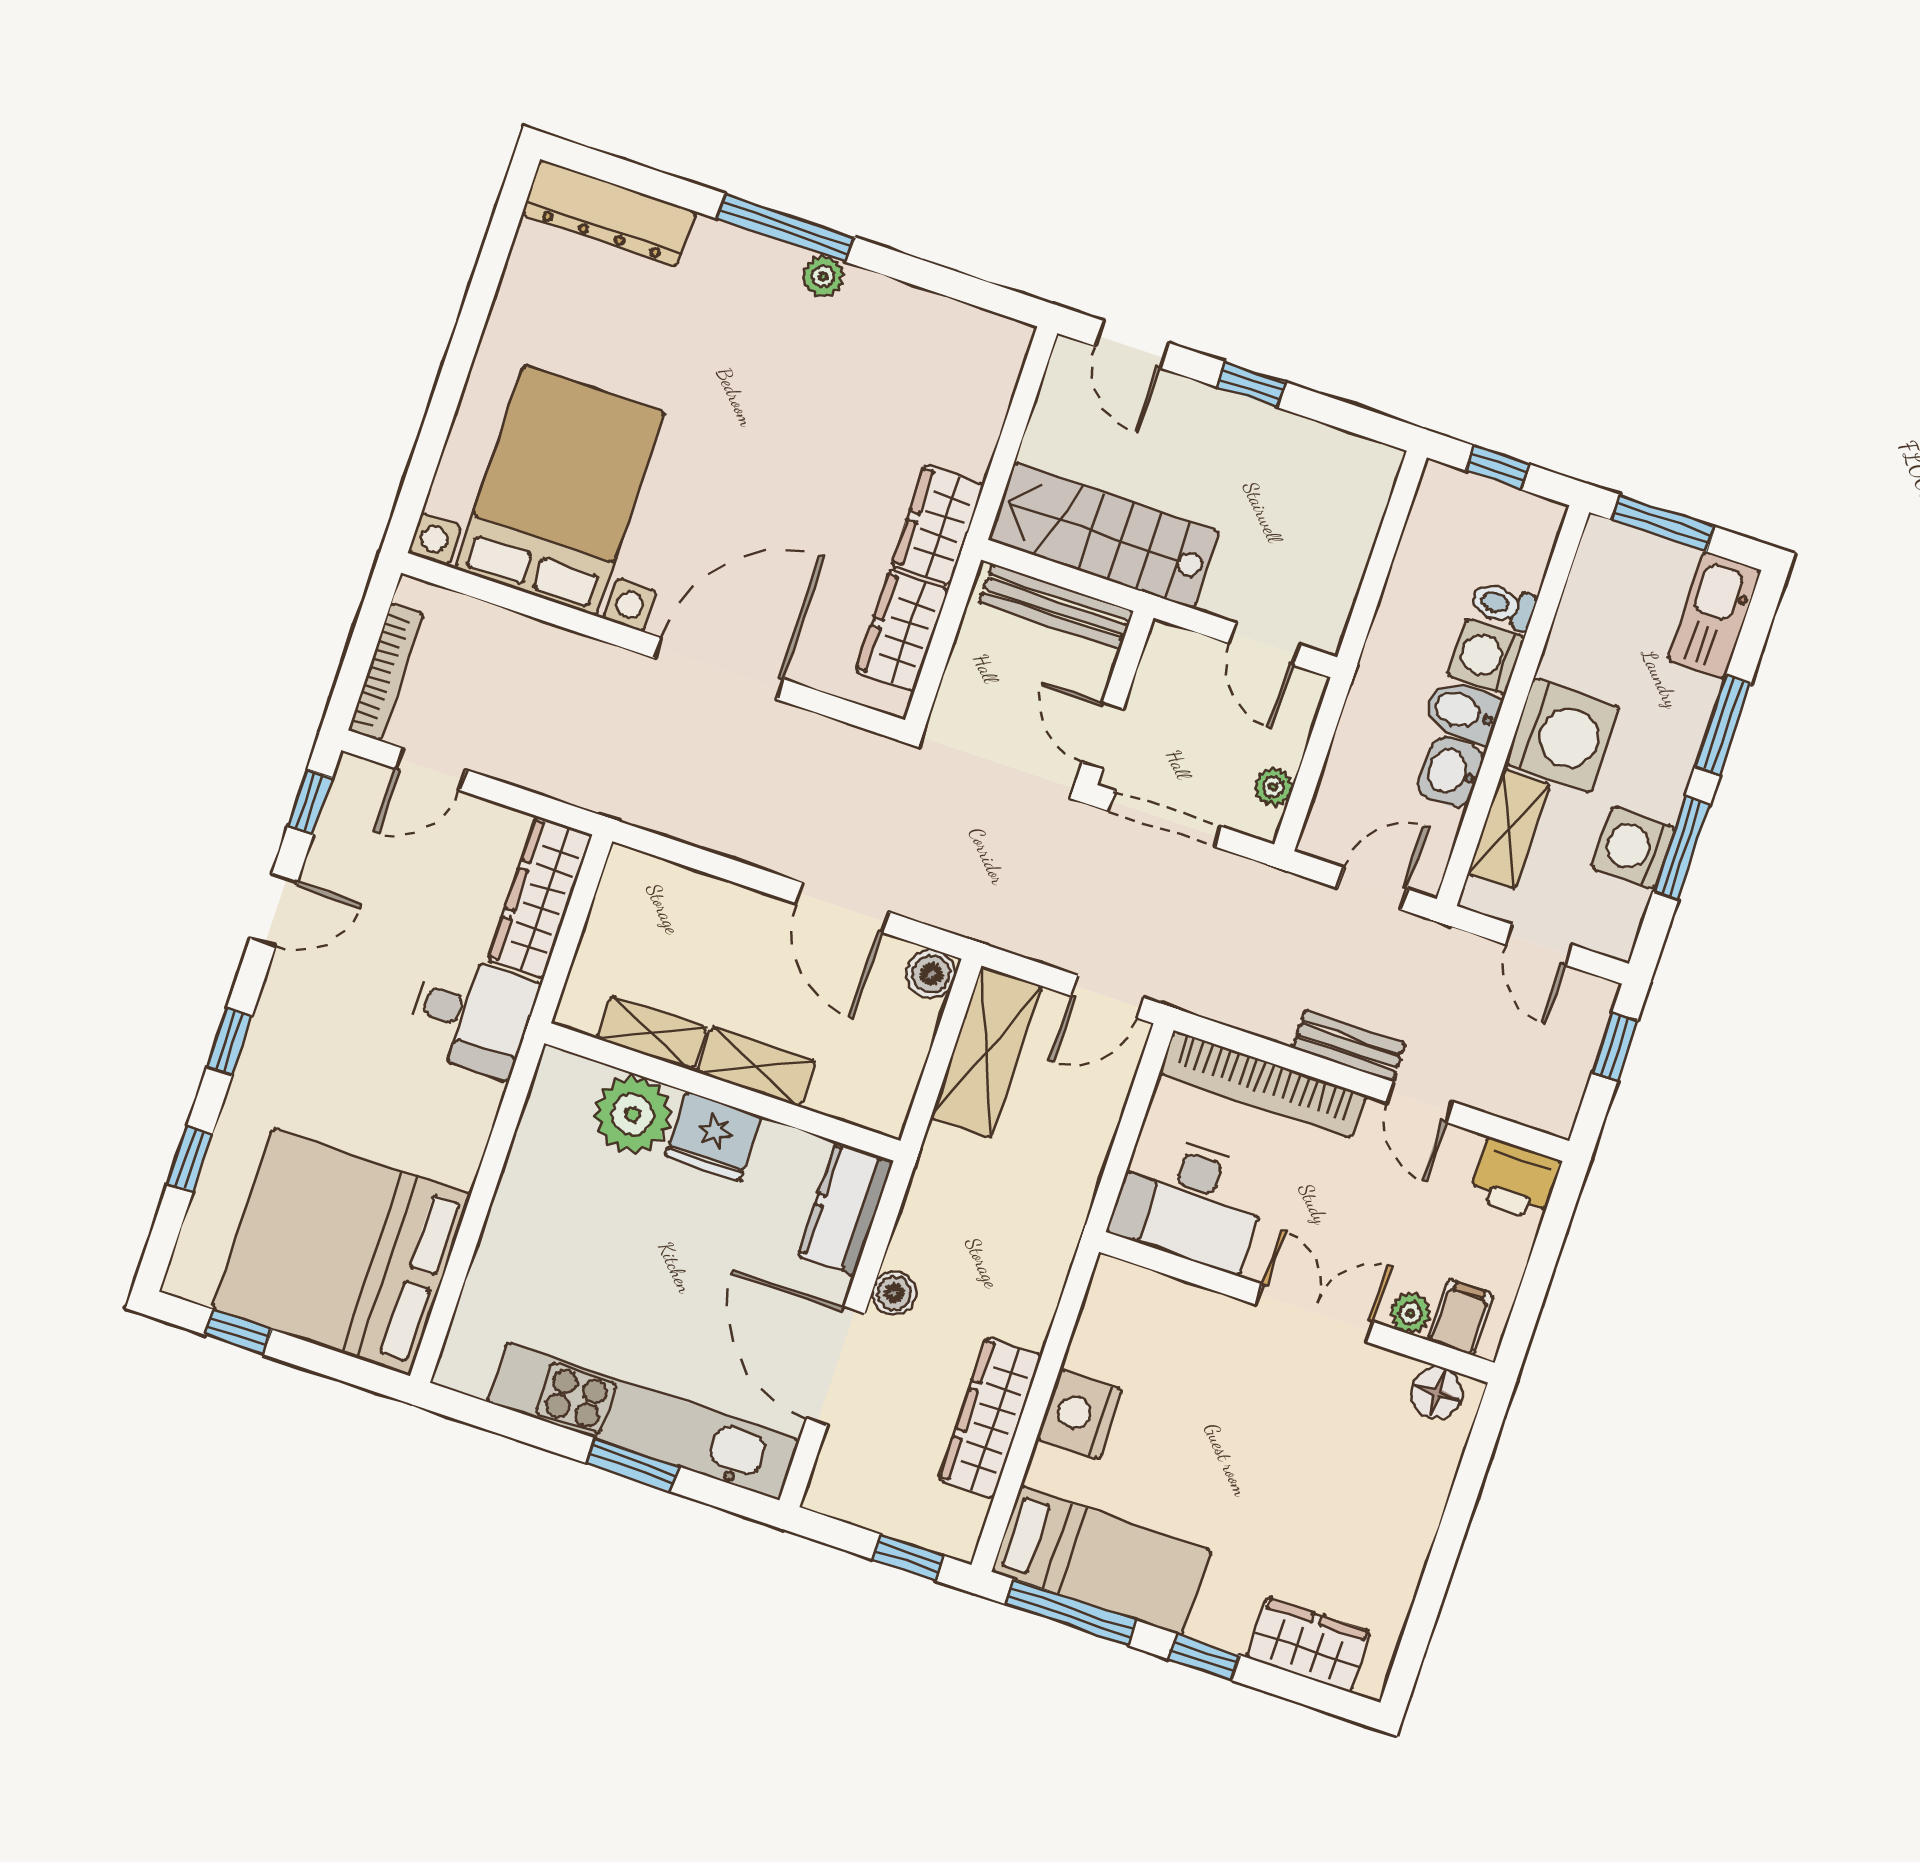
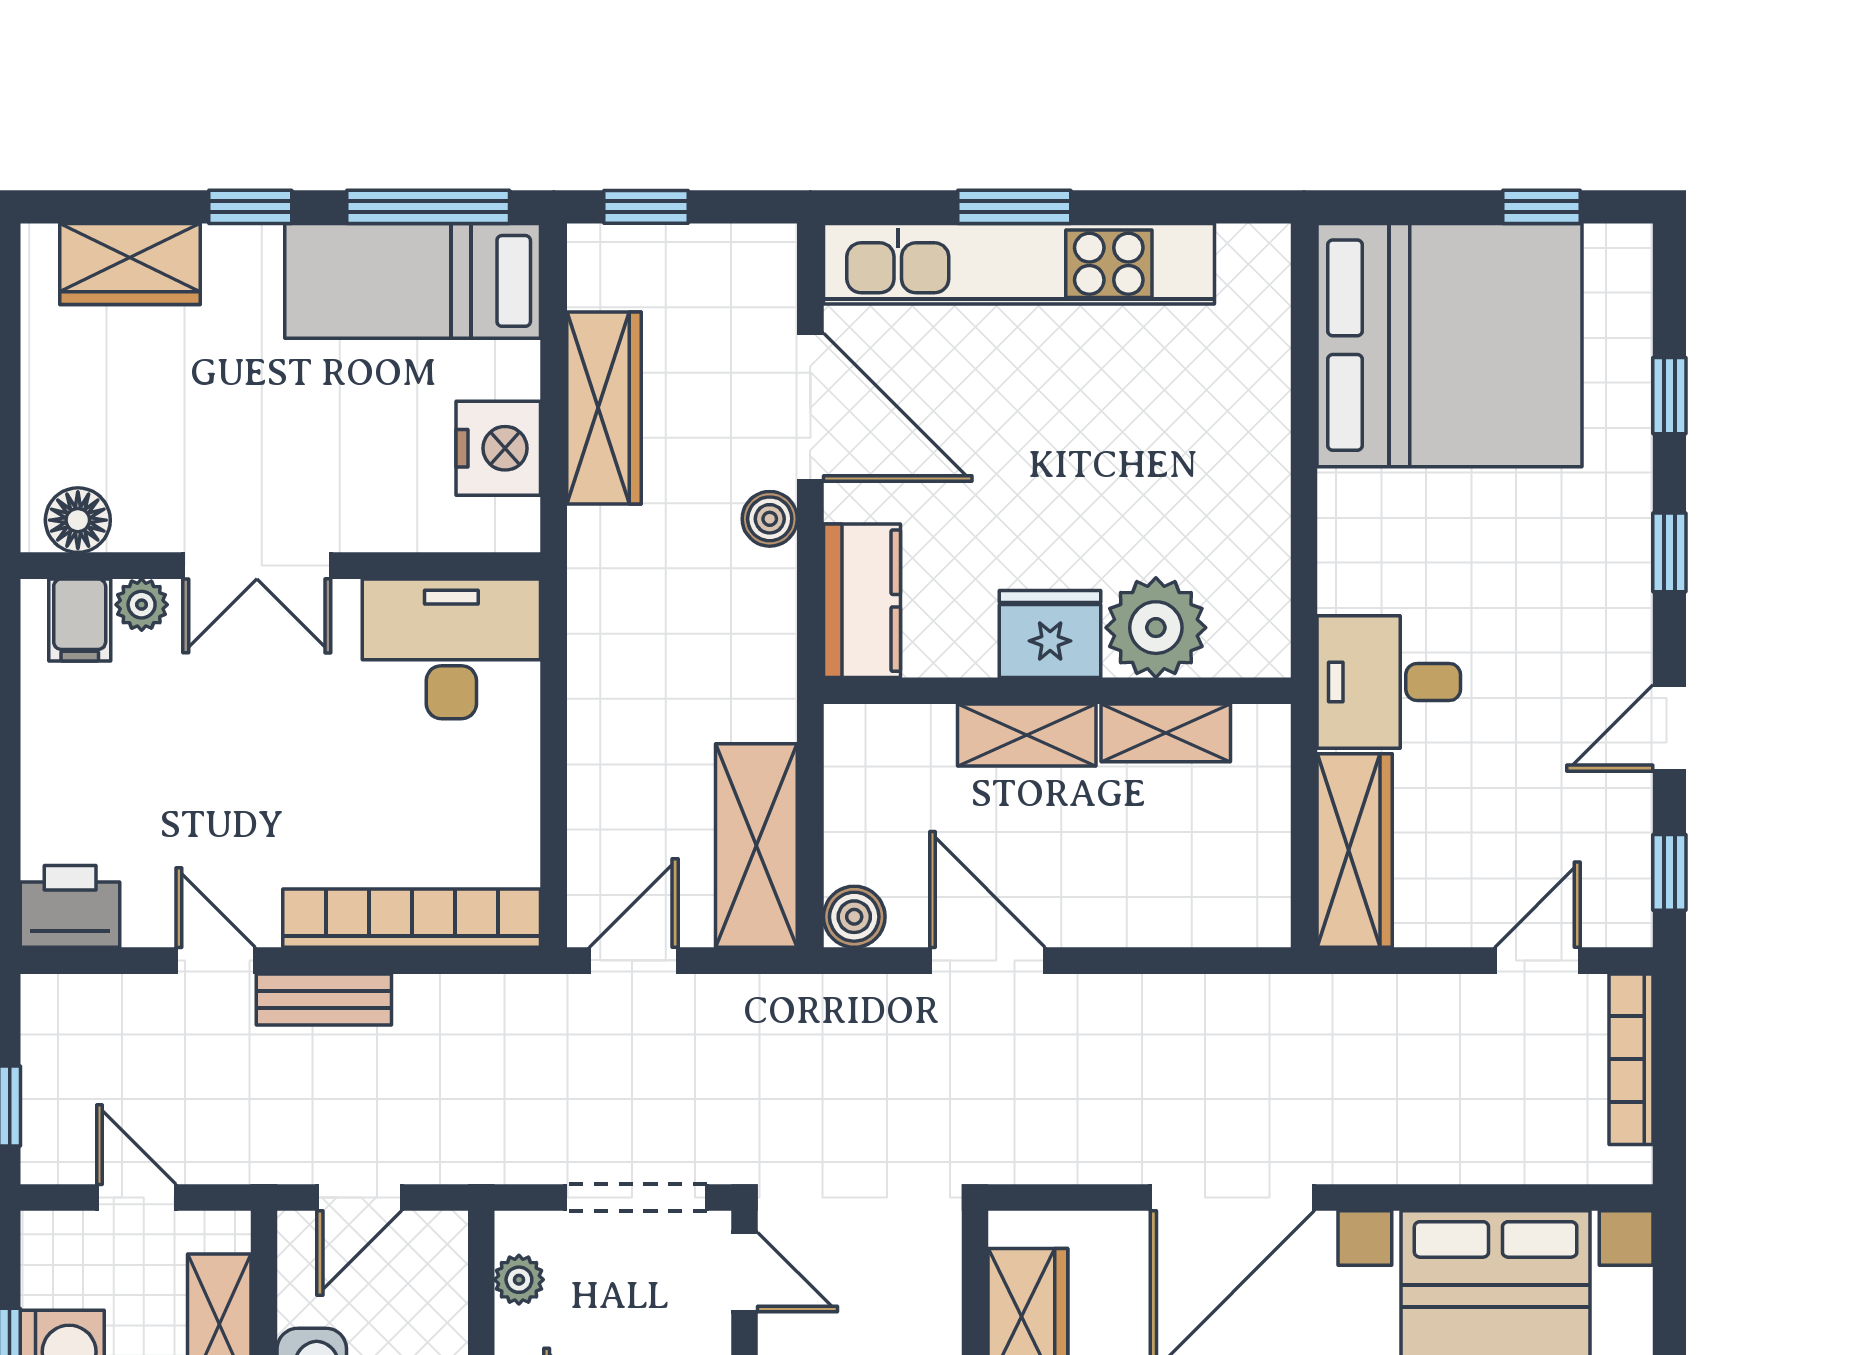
desk: (1190, 1202) -> (451, 649), moved
wall: (1297, 1307) -> (280, 566), moved
double door: (1315, 1313) -> (257, 566), moved
plant: (1411, 1313) -> (142, 605), moved
filing cabinet: (1461, 1317) -> (80, 620), moved
floor lamp: (1437, 1392) -> (78, 520), moved

